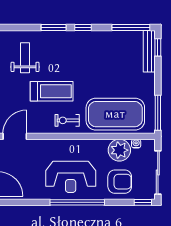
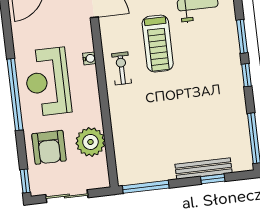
window: (158, 47) -> (213, 179), moved
bench: (149, 51) -> (204, 169), moved
exercise mat: (115, 114) -> (137, 131), removed
water cooler: (136, 144) -> (89, 58), moved
sliding door: (158, 172) -> (67, 196), width x0.73

